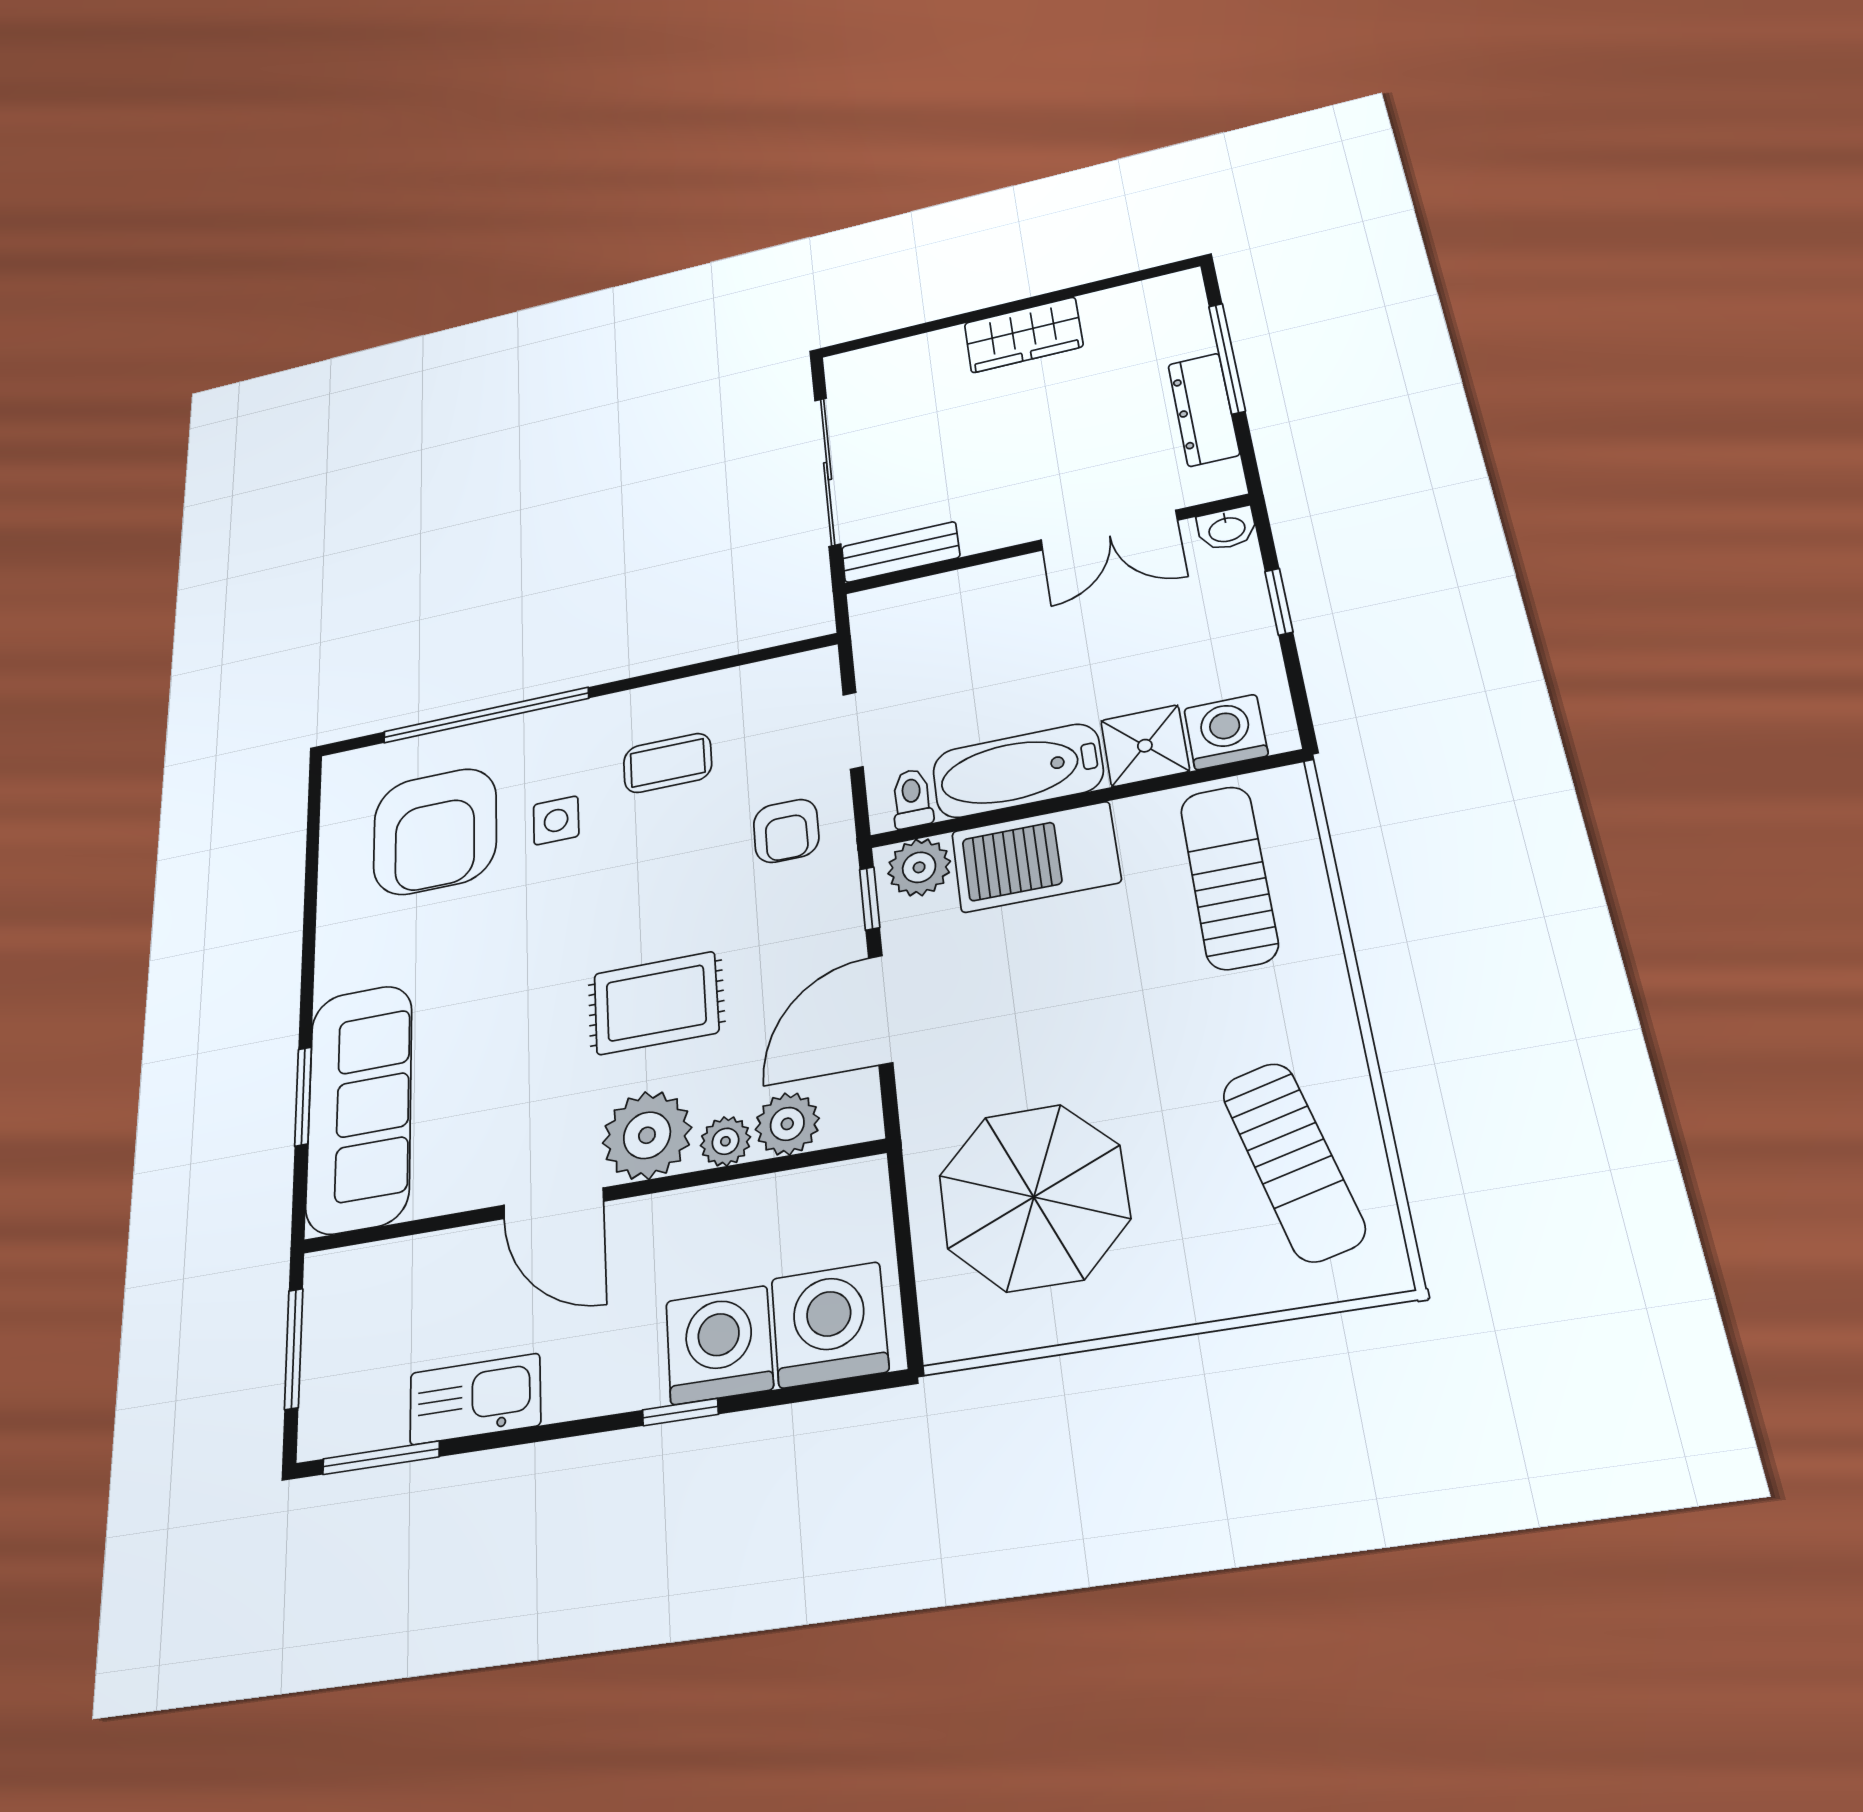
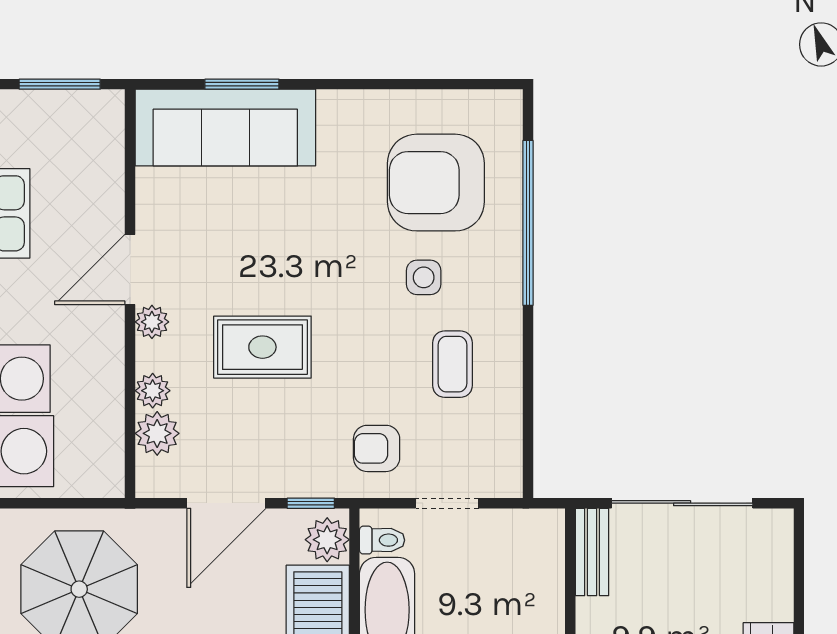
rug: (656, 1003) -> (262, 347), turned 90
door: (881, 1010) -> (226, 503), swing flipped
plant: (647, 1135) -> (152, 322), width x0.53, depth x0.53

